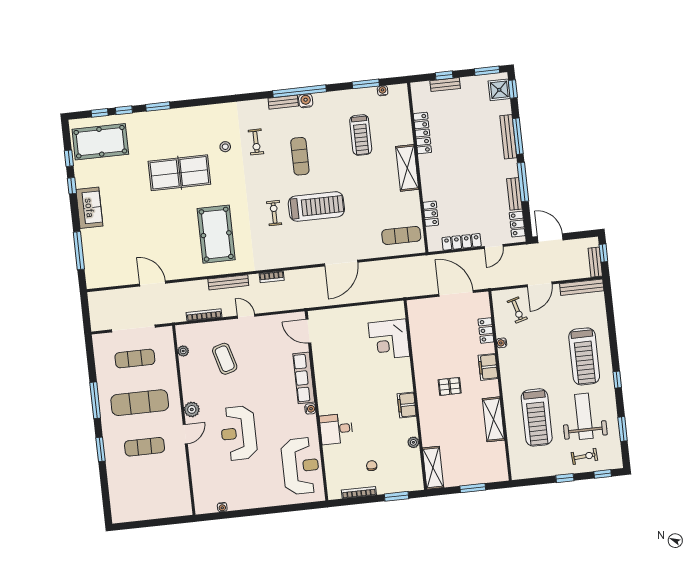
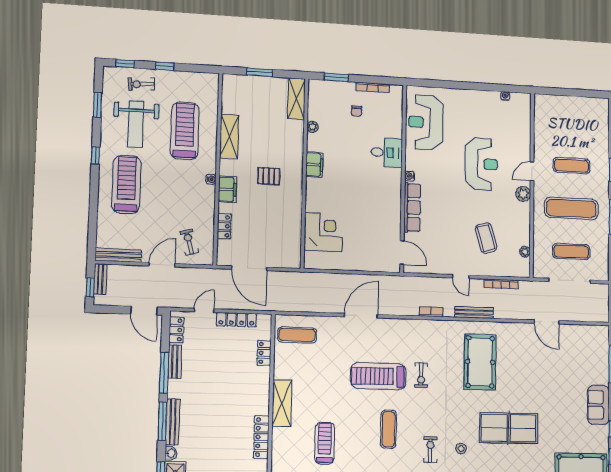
washbasin: (506, 107) -> (171, 453), added
water cooler: (502, 343) -> (211, 179), moved

